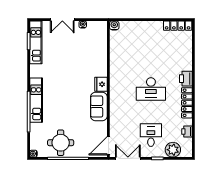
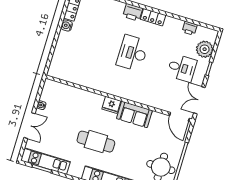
water cooler: (114, 25) -> (67, 25), moved
cafe table: (66, 81) -> (96, 142), added
desk: (151, 89) -> (133, 53), turned 180
locker: (187, 103) -> (153, 17), width x0.66
desk: (151, 135) -> (182, 68), turned 180

